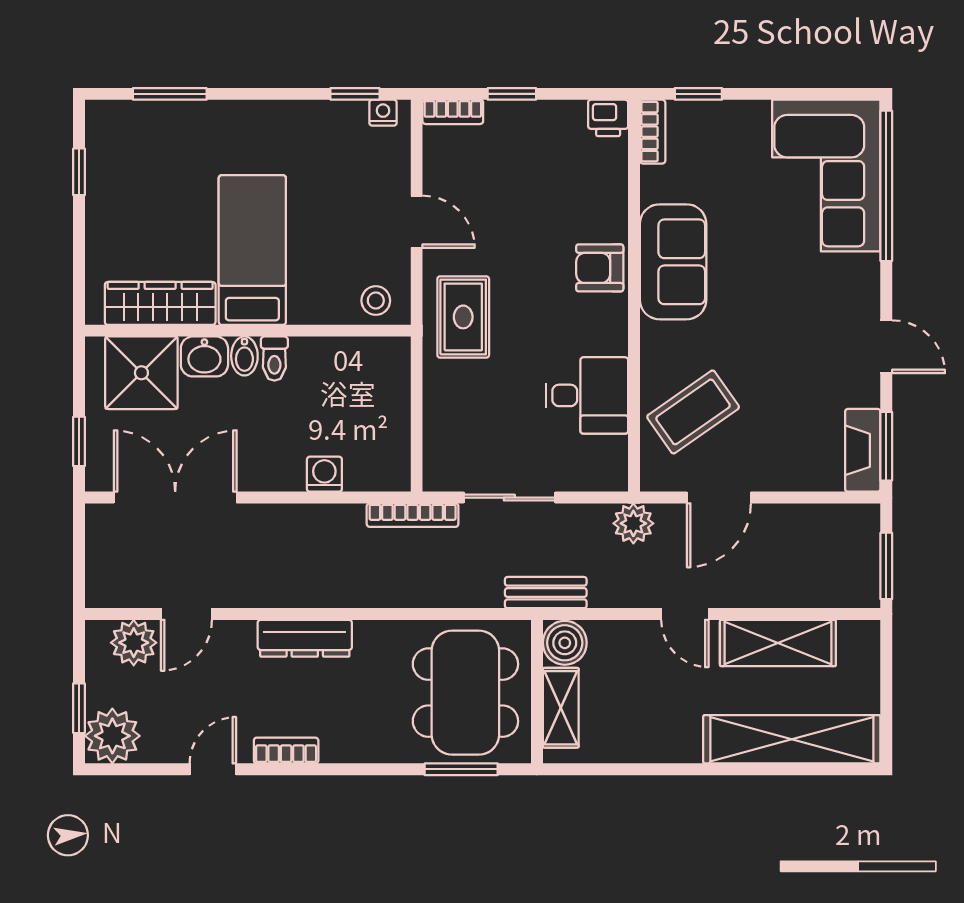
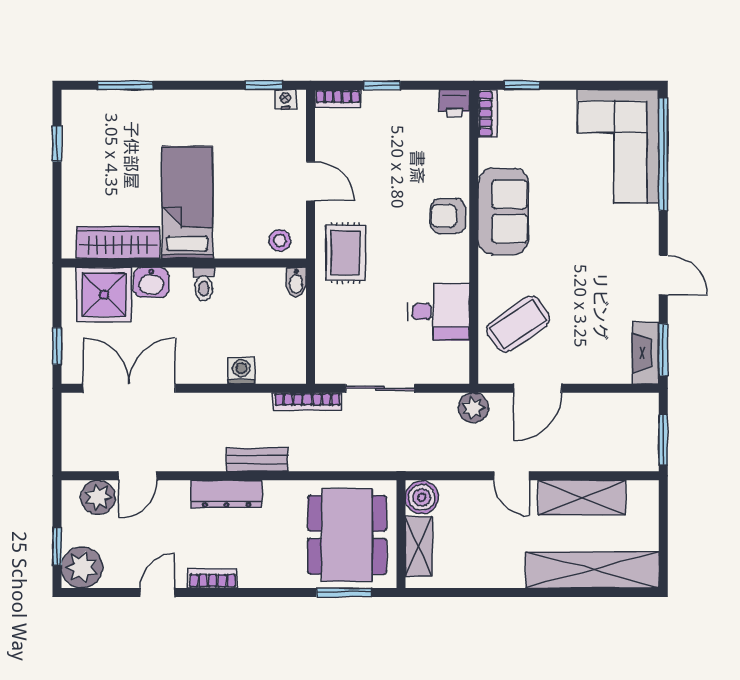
bidet: (244, 356) -> (296, 282), moved
bench: (546, 593) -> (257, 460), moved

